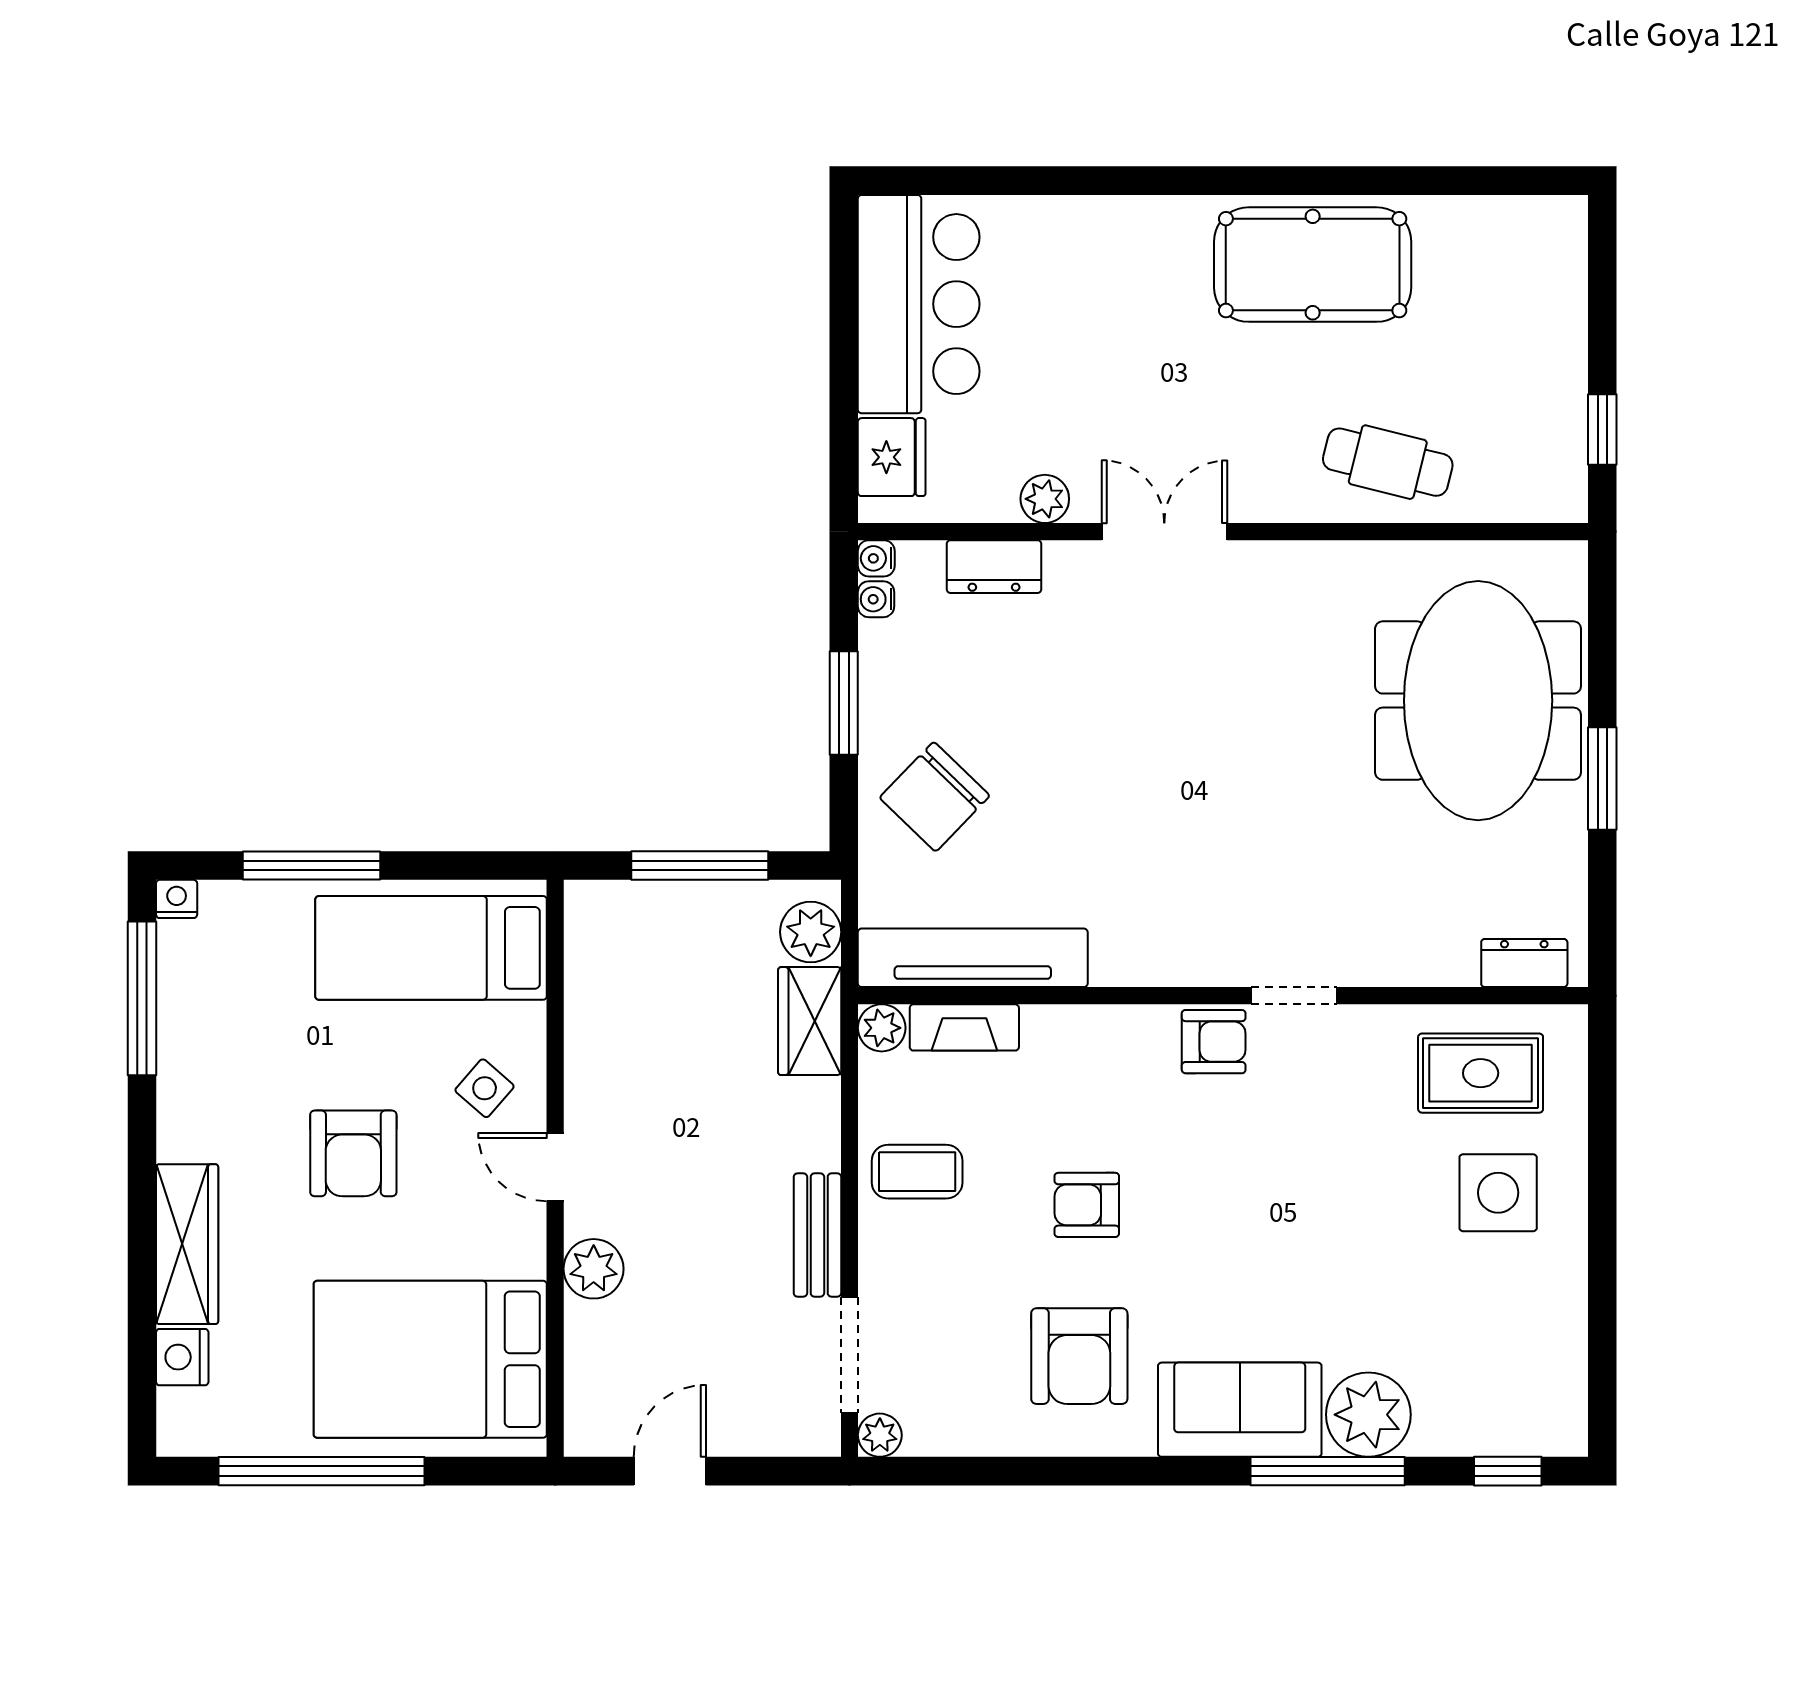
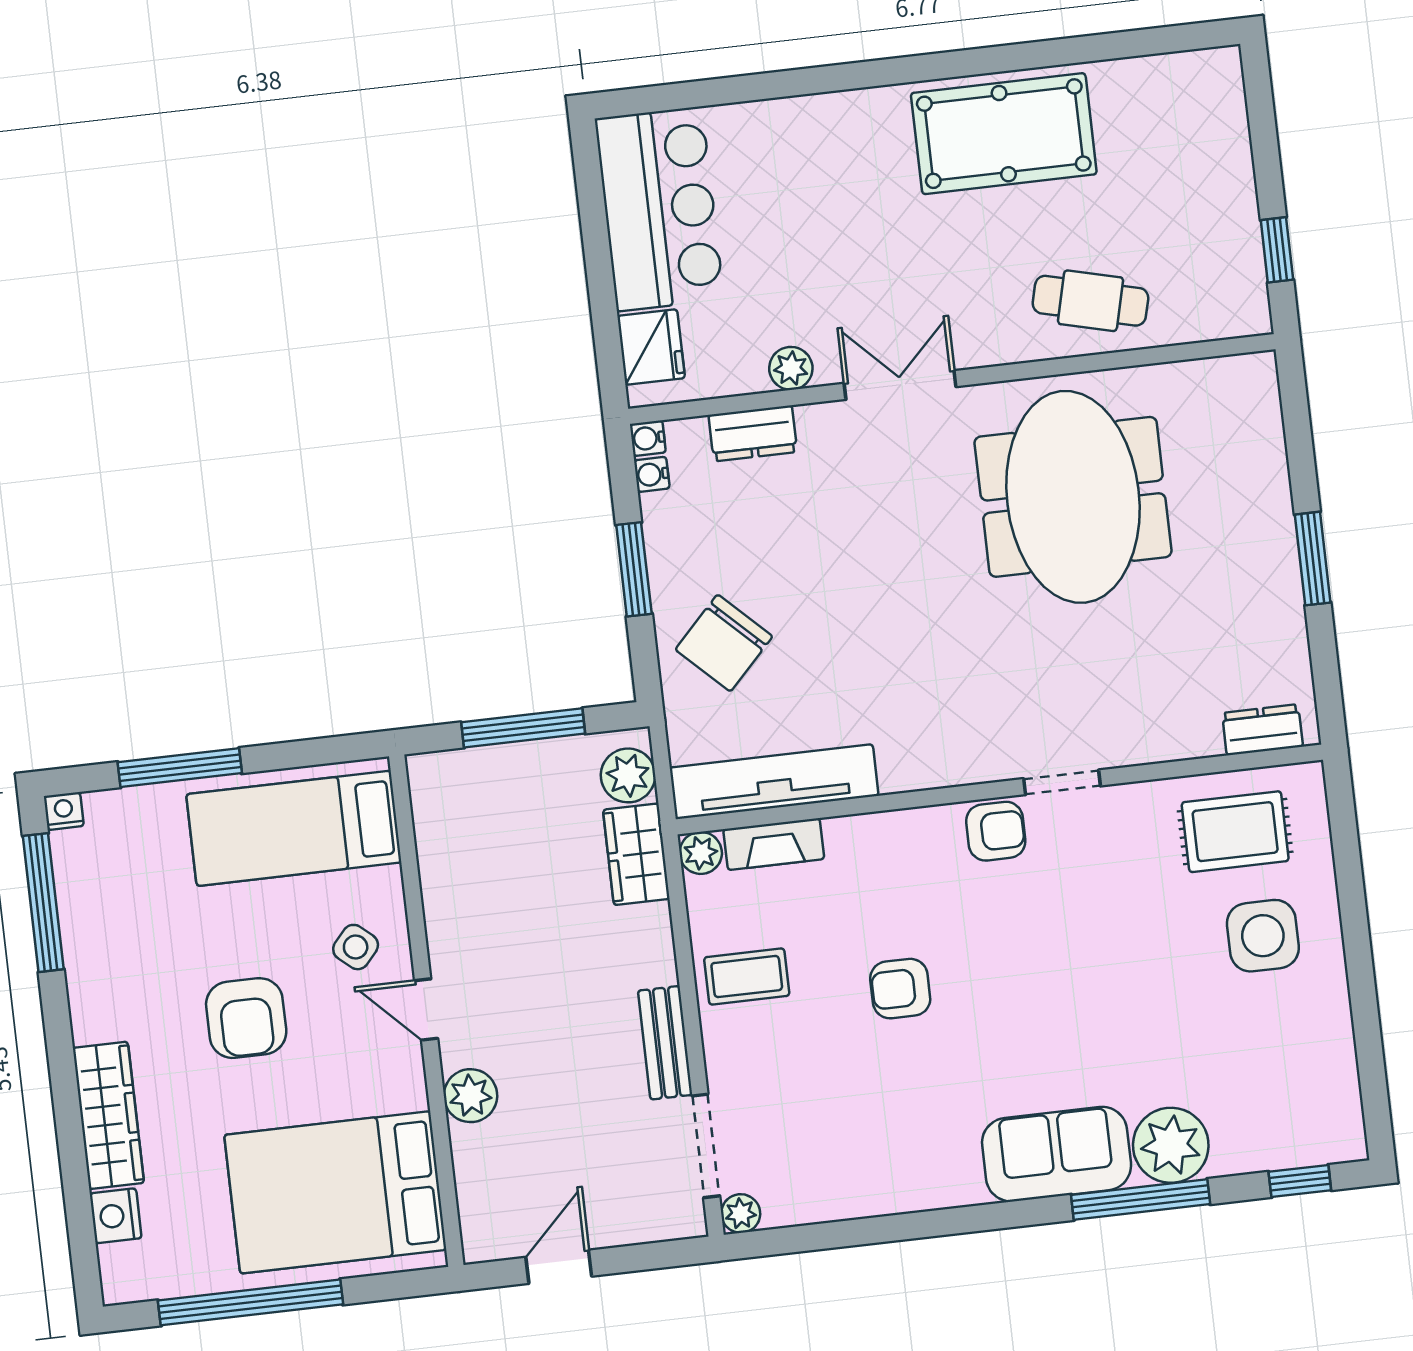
meeting table: (1478, 701) -> (1073, 497), moved
armchair: (1079, 1356) -> (909, 1123), removed

